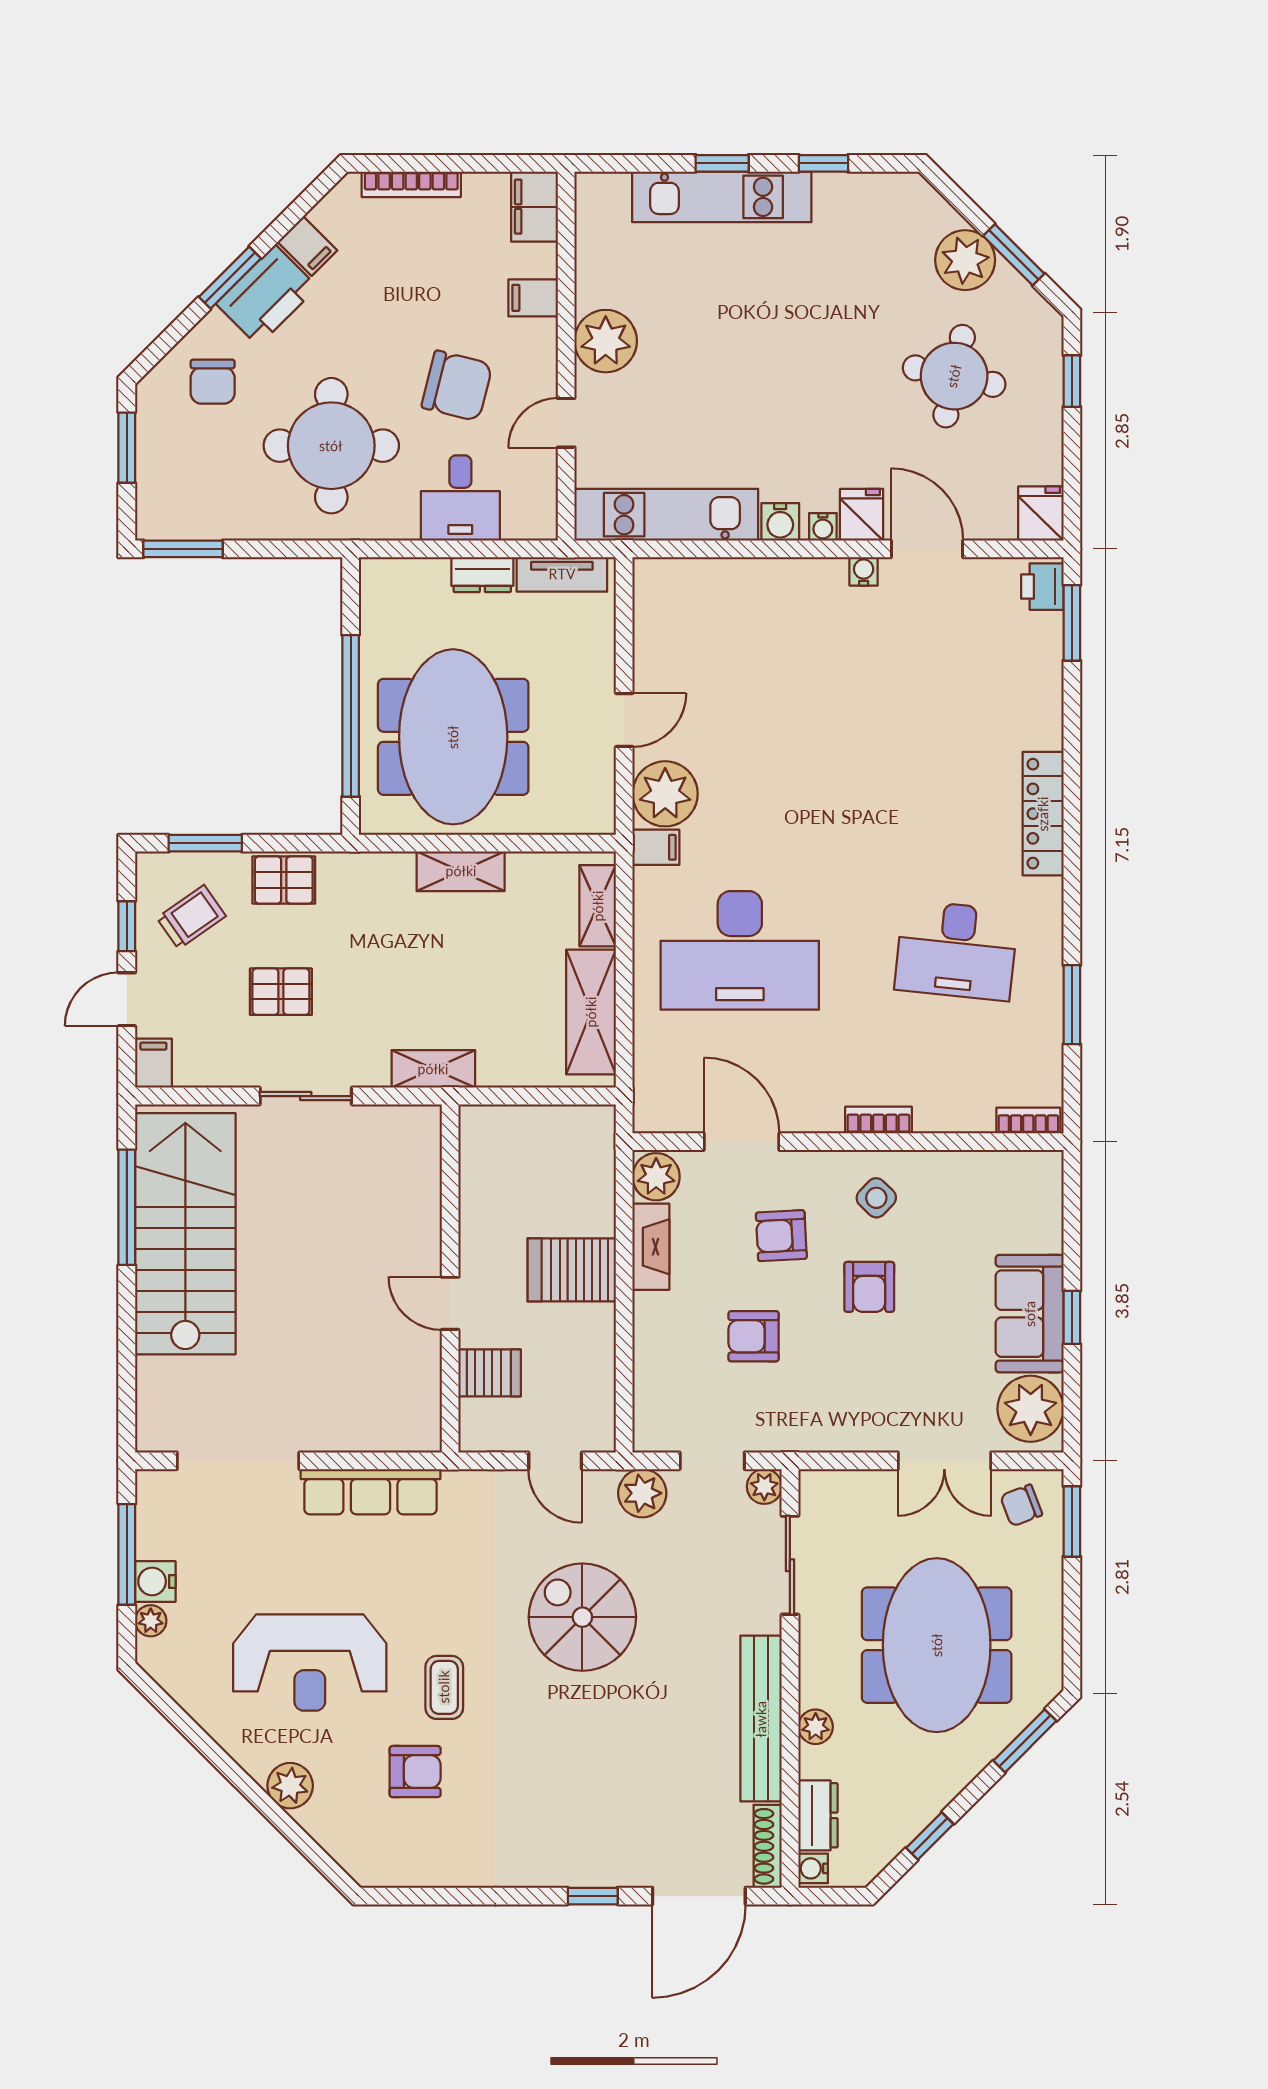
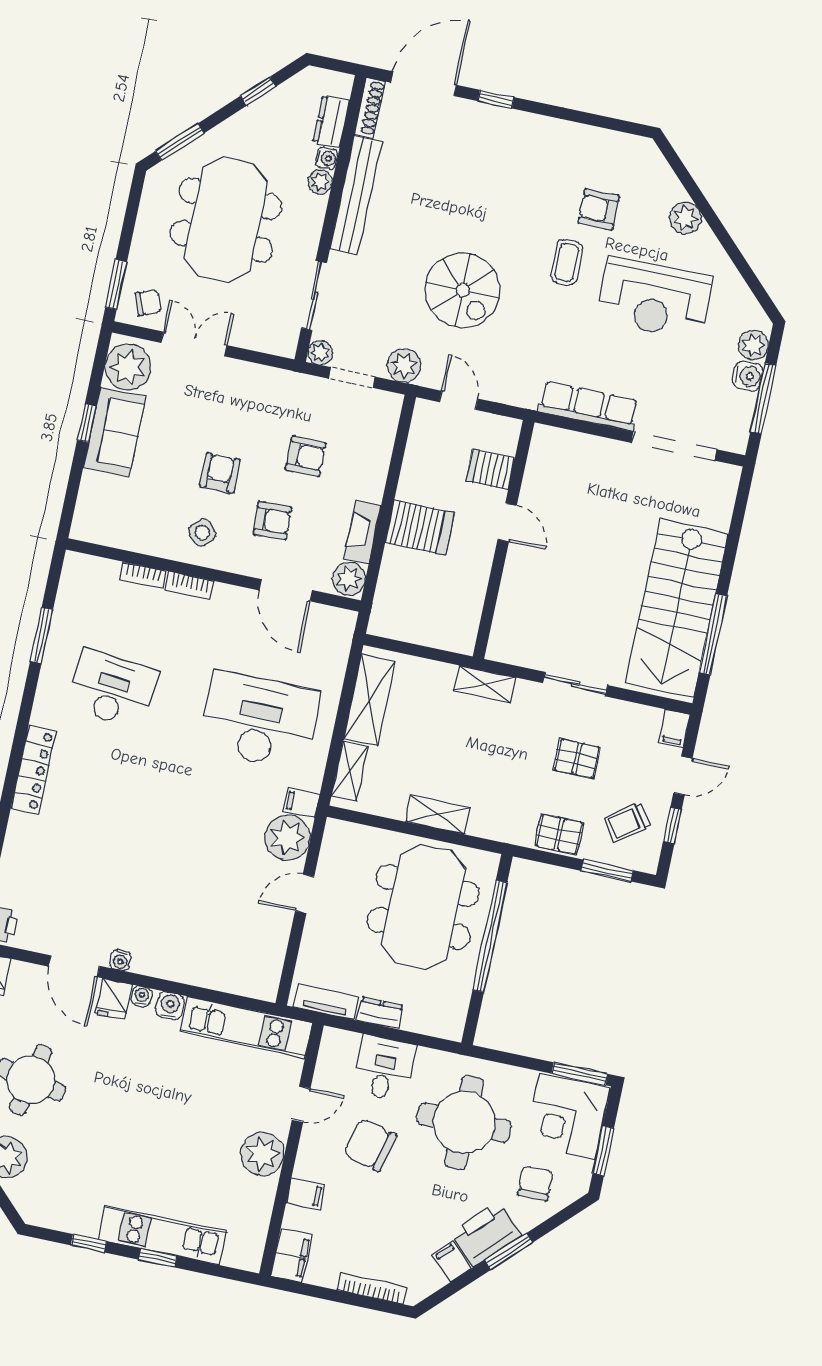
corner desk: (188, 485) -> (567, 1117), added
bookcase: (1028, 1121) -> (143, 575), moved
plant: (151, 1621) -> (753, 345), width x1.38, depth x1.38
reception desk: (310, 1663) -> (654, 299), turned 180
water cooler: (813, 1868) -> (327, 158), moved

